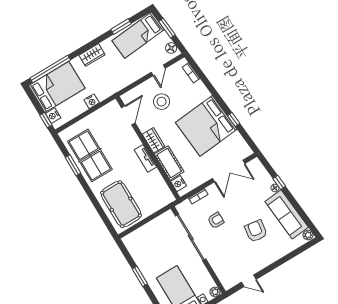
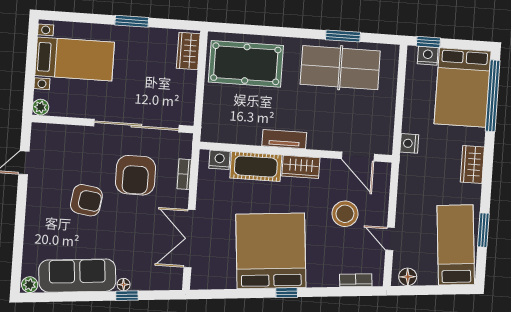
window: (167, 28) -> (438, 290), removed
nightstand: (92, 101) -> (409, 143), moved
window: (234, 120) -> (287, 293), moved
armchair: (216, 220) -> (136, 175), width x1.88, depth x1.88
armchair: (256, 231) -> (86, 200), moved
wardrobe: (135, 238) -> (188, 51), added

